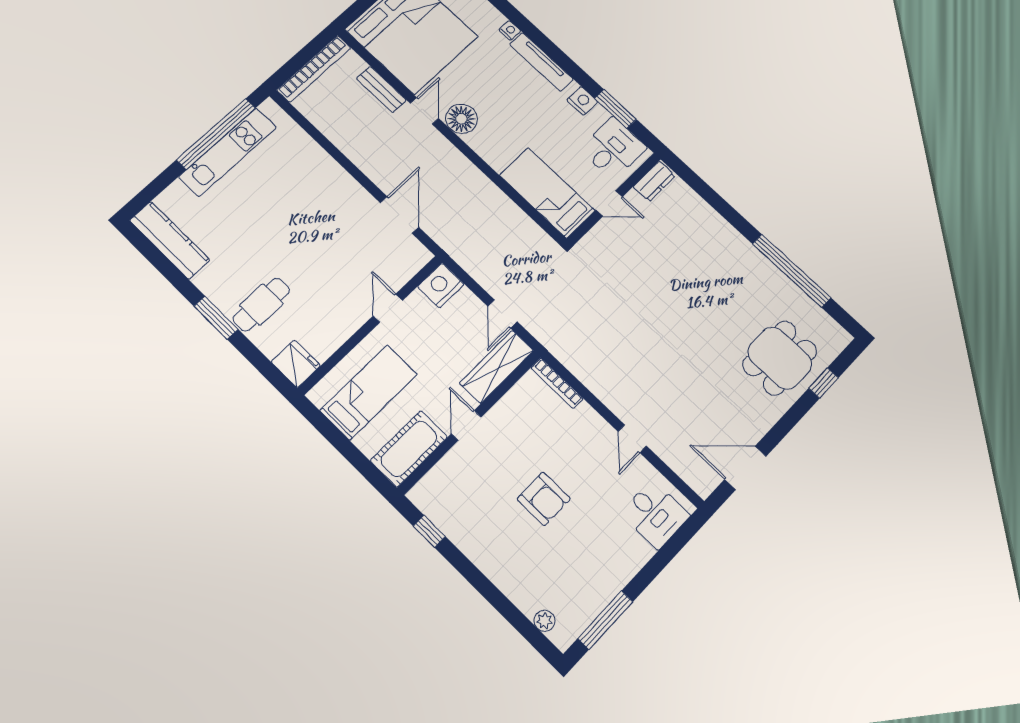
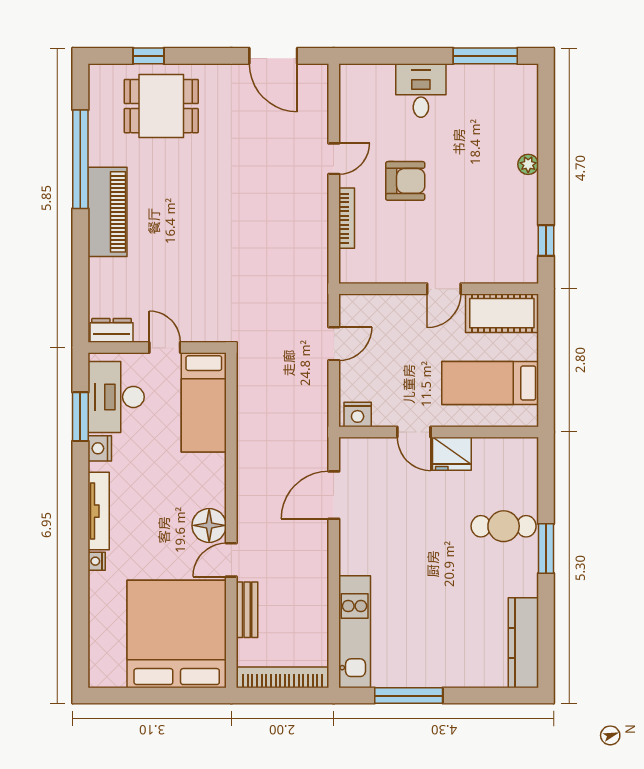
window: (216, 134) -> (409, 696), width x0.68
desk: (613, 148) -> (116, 397), width x1.37
kitchen unit: (228, 152) -> (355, 632), moved, turned 90
piano: (738, 254) -> (107, 212), added
nightstand: (441, 286) -> (358, 414), width x0.74, depth x0.75
door: (388, 308) -> (414, 432), hinge flipped
fridge: (296, 364) -> (452, 454), moved, turned -90
wardrobe: (497, 367) -> (378, 309), removed
bookcase: (557, 383) -> (347, 218), moved
armchair: (544, 499) -> (405, 181), moved, turned 90
desk: (655, 514) -> (421, 90), moved
plant: (545, 621) -> (528, 164), moved

